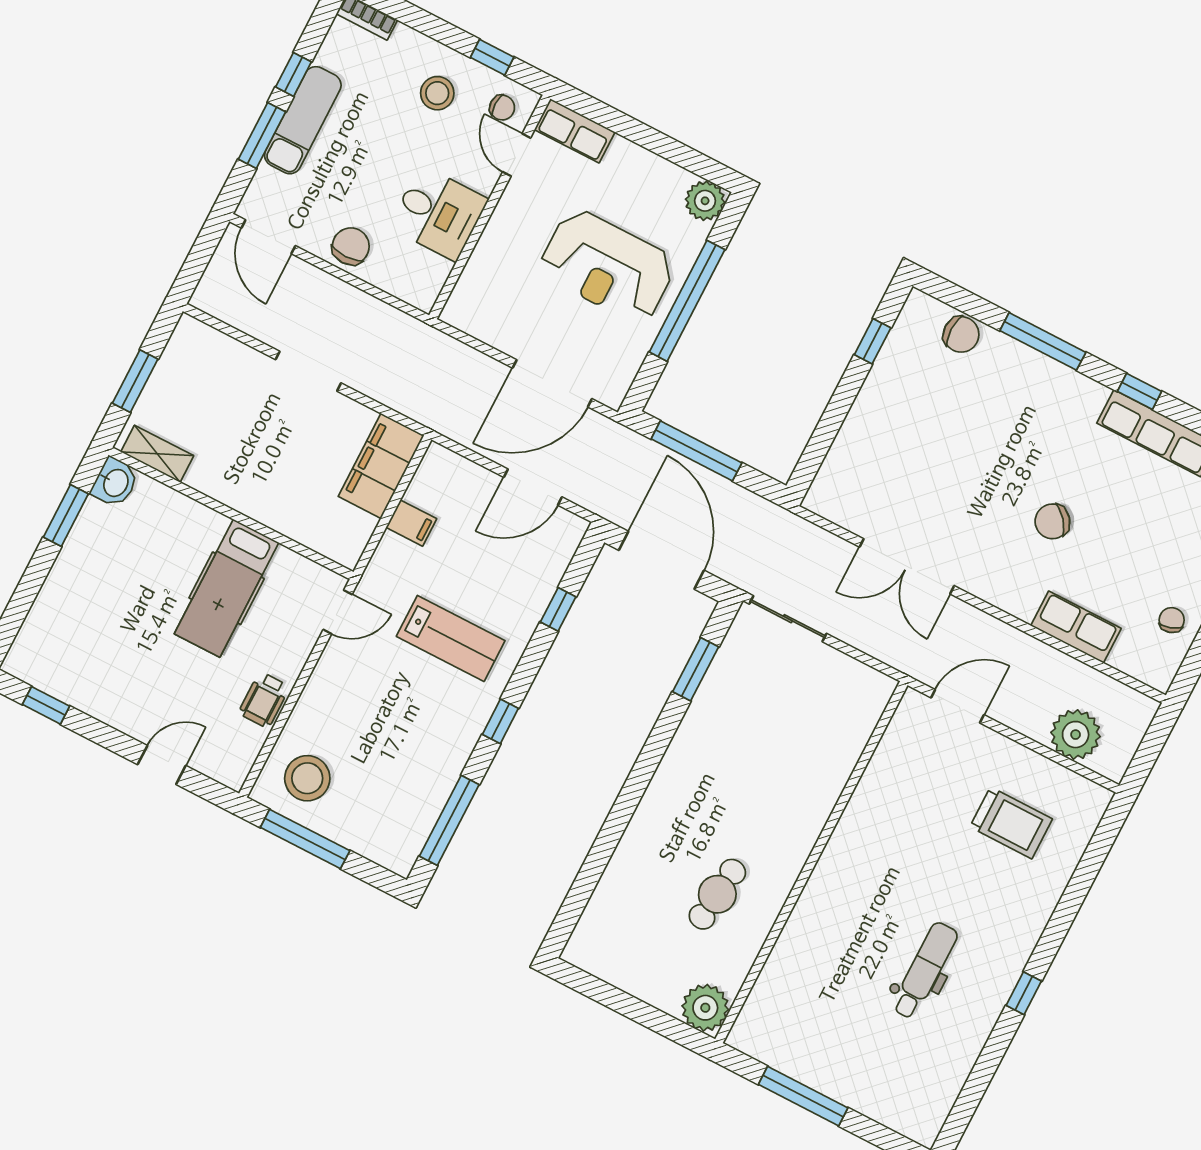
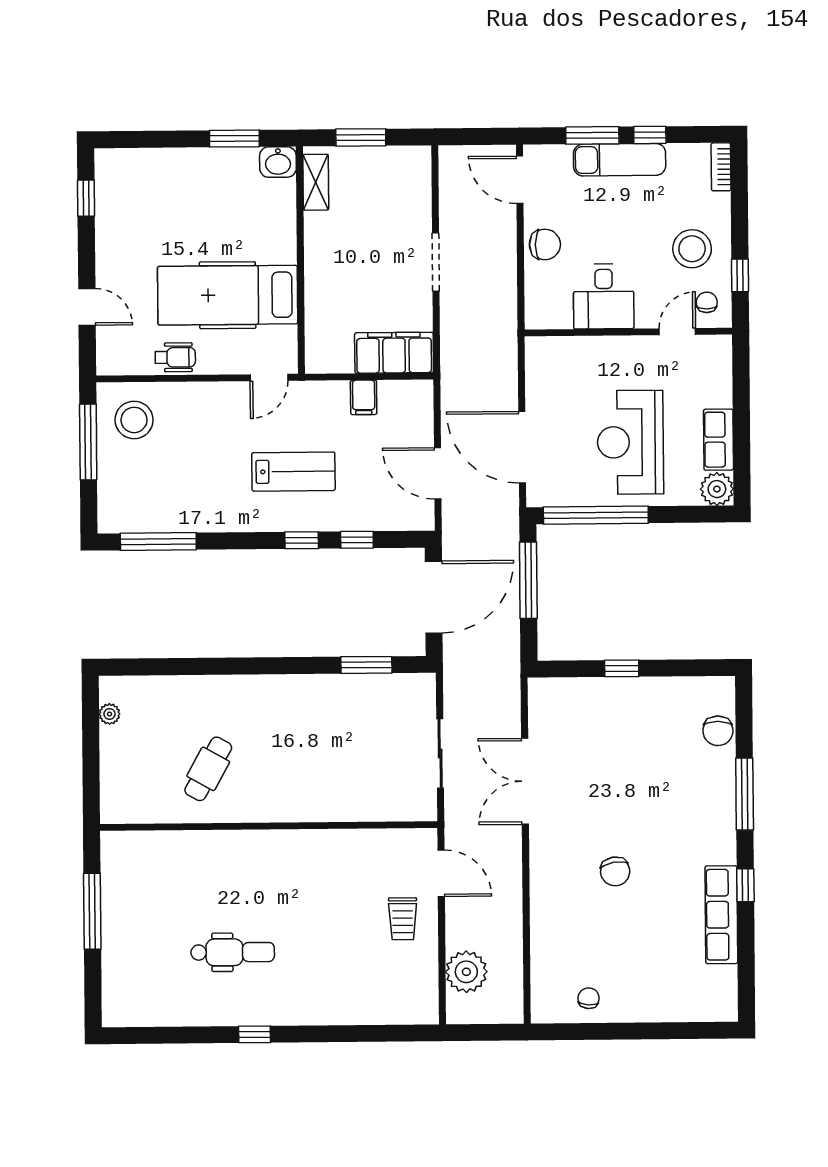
stool: (437, 93) -> (692, 249), width x1.38, depth x1.38
chair: (502, 108) -> (707, 302), turned 180
row of seats: (575, 131) -> (718, 440), moved
door: (268, 237) -> (520, 180), hinge flipped
window: (687, 301) -> (596, 515), moved
window: (873, 341) -> (622, 668), moved
chair: (1052, 521) -> (615, 871), turned -151
hospital bed: (227, 588) -> (228, 295), width x1.37, depth x1.29
door: (338, 612) -> (269, 377), hinge flipped
sliding door: (788, 619) -> (440, 754), moved
chair: (1172, 620) -> (589, 998), turned -67
row of seats: (1076, 627) -> (546, 930), removed
lab bench: (451, 639) -> (293, 472), turned -90
wheelchair: (264, 700) -> (175, 357), turned 180
window: (500, 721) -> (302, 540), moved
trolley: (1011, 823) -> (403, 919), moved, width x0.73, depth x0.72
cafe table: (717, 894) -> (208, 769), turned -68
plant: (705, 1008) -> (109, 714), moved, width x0.53, depth x0.53

